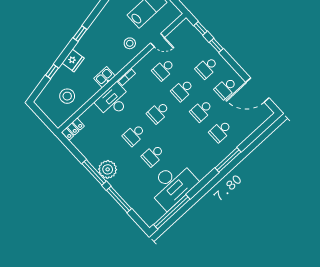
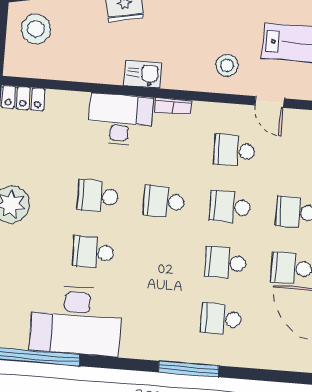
stool: (67, 96) -> (36, 29), moved

